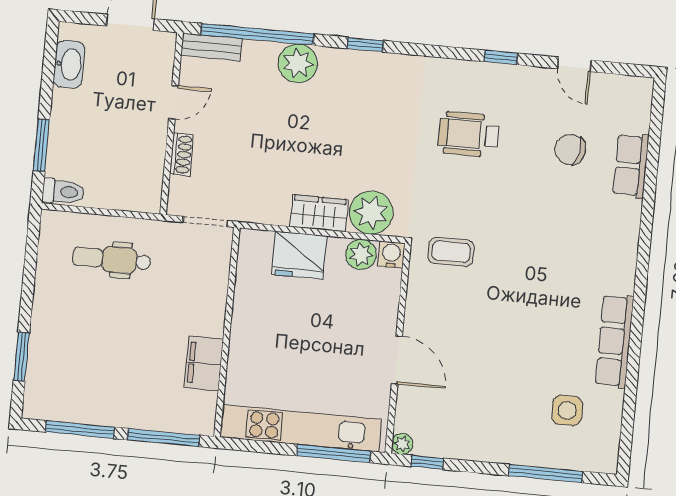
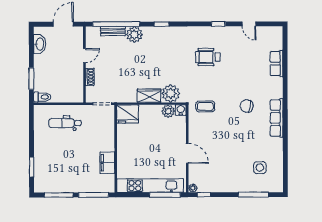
bench: (211, 47) -> (113, 31), moved
chair: (570, 150) -> (247, 106), moved
fridge: (299, 255) -> (128, 114), moved
row of seats: (615, 341) -> (277, 118), moved

